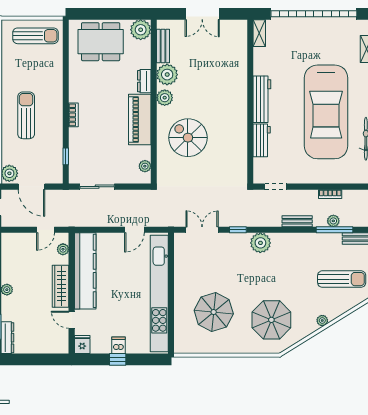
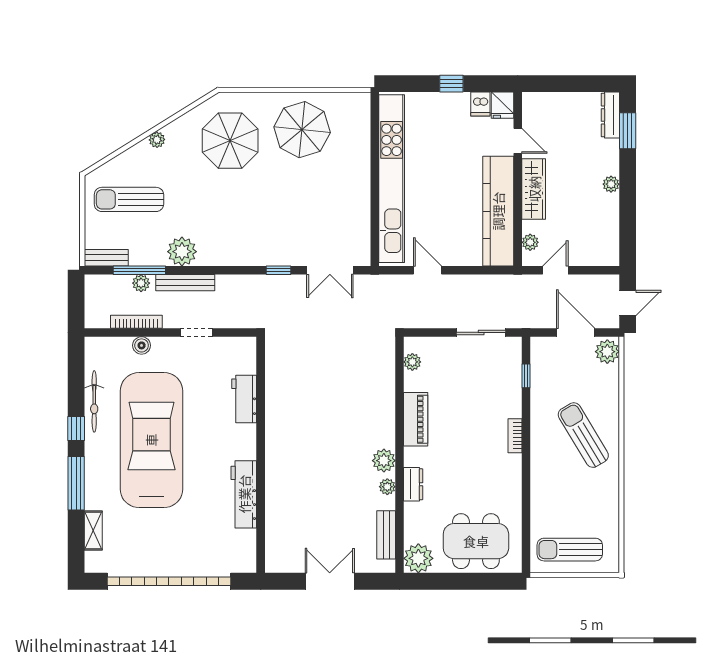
shelving: (259, 33) -> (248, 553), removed
plant: (167, 75) -> (387, 487), width x0.53, depth x0.53
workbench: (262, 99) -> (244, 494), moved
sun lounger: (26, 115) -> (583, 435), turned 149
piano: (140, 120) -> (416, 419), width x0.73, depth x0.75
spiral stairs: (188, 138) -> (350, 403), removed
boiler: (333, 178) -> (142, 345), added
doorway: (276, 187) -> (196, 332), moved
bookcase: (330, 194) -> (136, 322), width x1.56
bench: (297, 221) -> (185, 283), width x1.36
door: (134, 230) -> (428, 270), hinge flipped
plant: (260, 243) -> (182, 252), moved
parasol: (214, 312) -> (302, 130), moved
dishwasher: (119, 345) -> (480, 104), moved

